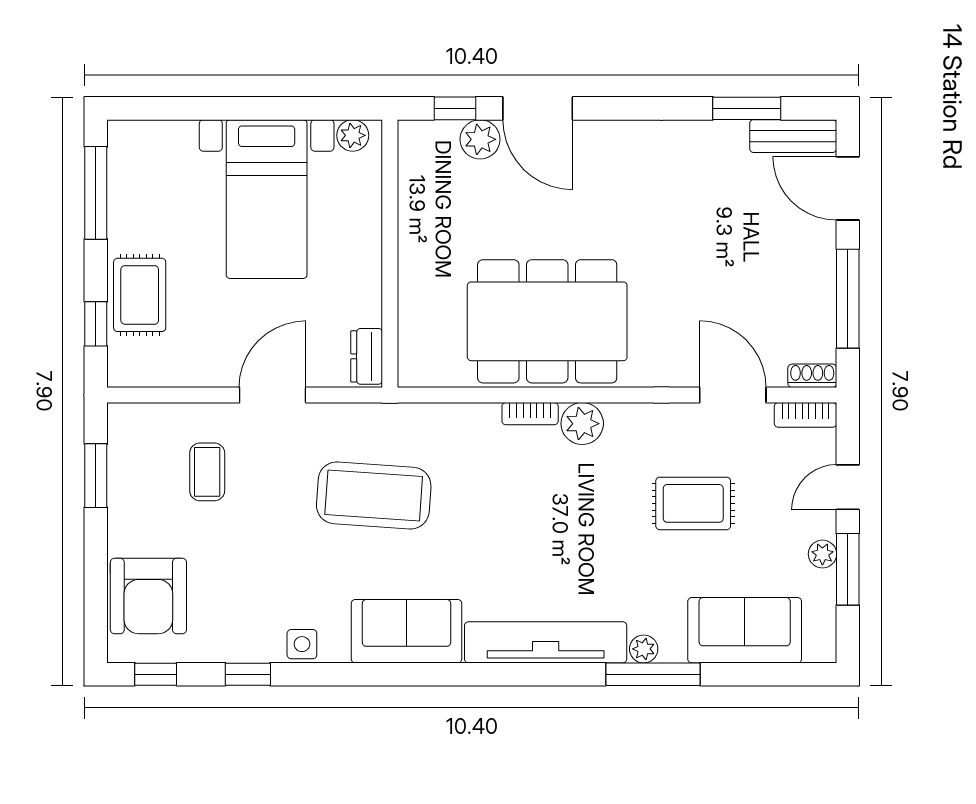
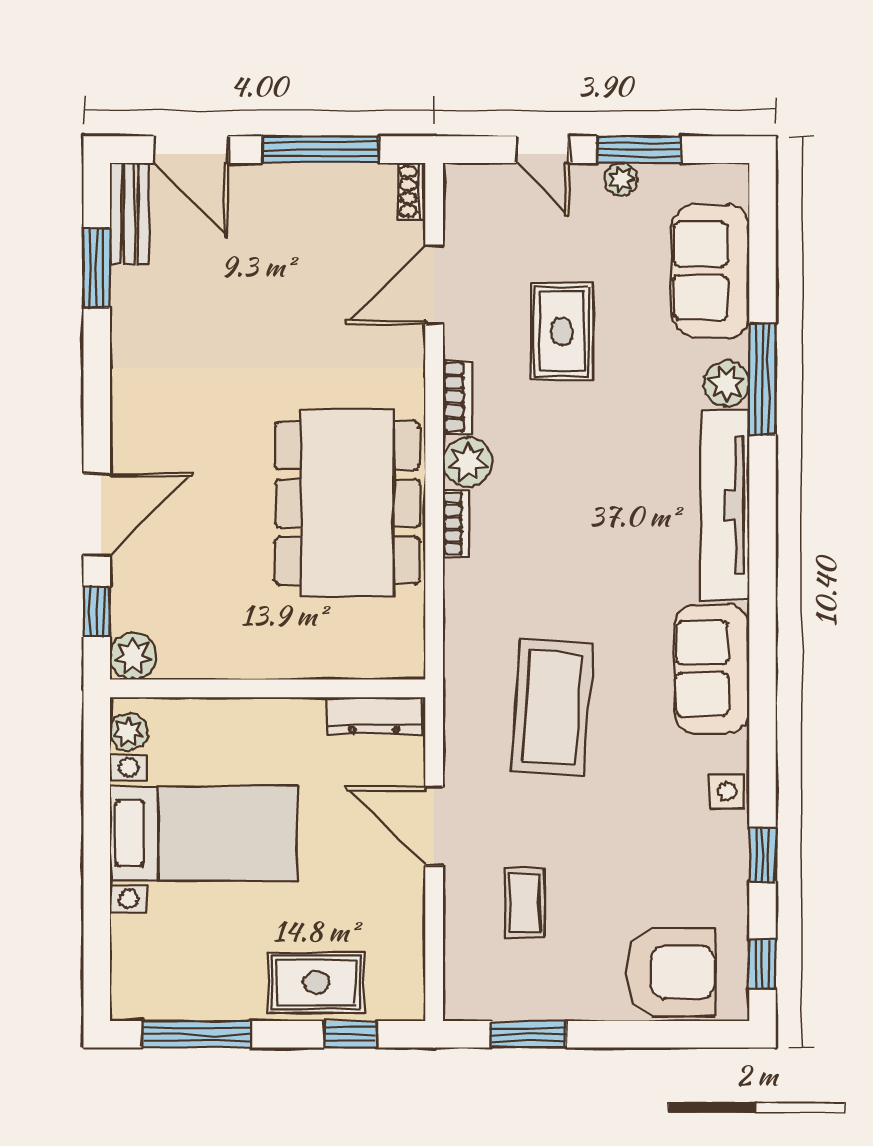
plant: (480, 139) -> (133, 656), moved
door: (848, 188) -> (191, 150), hinge flipped
dresser: (367, 356) -> (374, 716), width x1.44
bookcase: (805, 415) -> (457, 397), moved
coffee table: (207, 472) -> (524, 903), turned 90
plant: (644, 649) -> (727, 383), width x1.38, depth x1.38

